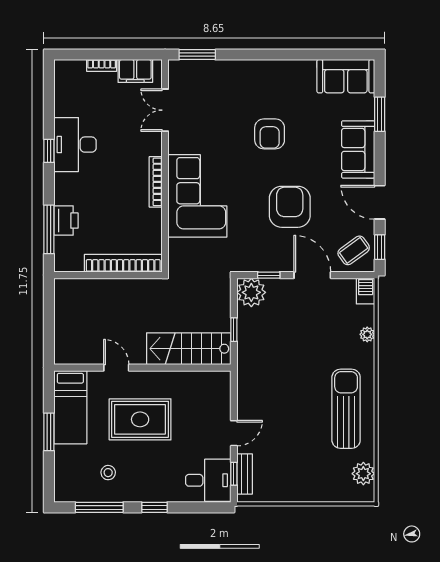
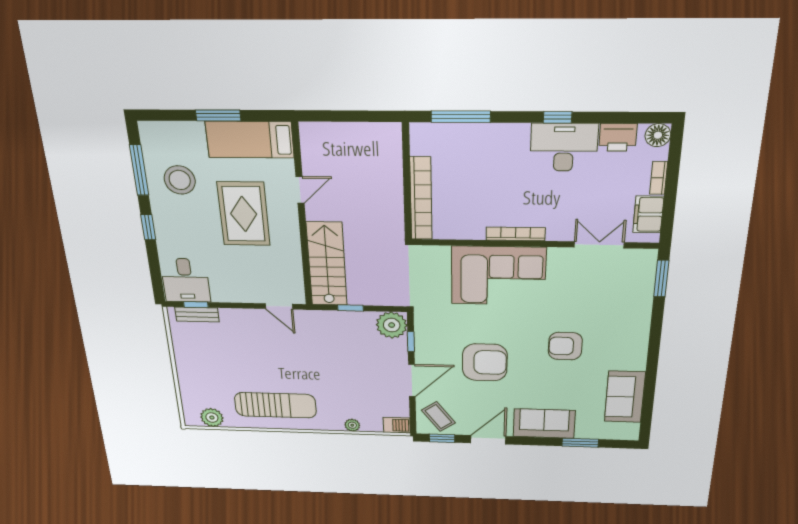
floor lamp: (64, 70) -> (658, 135), added
sofa: (346, 76) -> (625, 397), moved
printer: (66, 221) -> (618, 137), moved
door: (234, 433) -> (279, 306), moved
stool: (108, 473) -> (180, 180), width x1.89, depth x1.89

